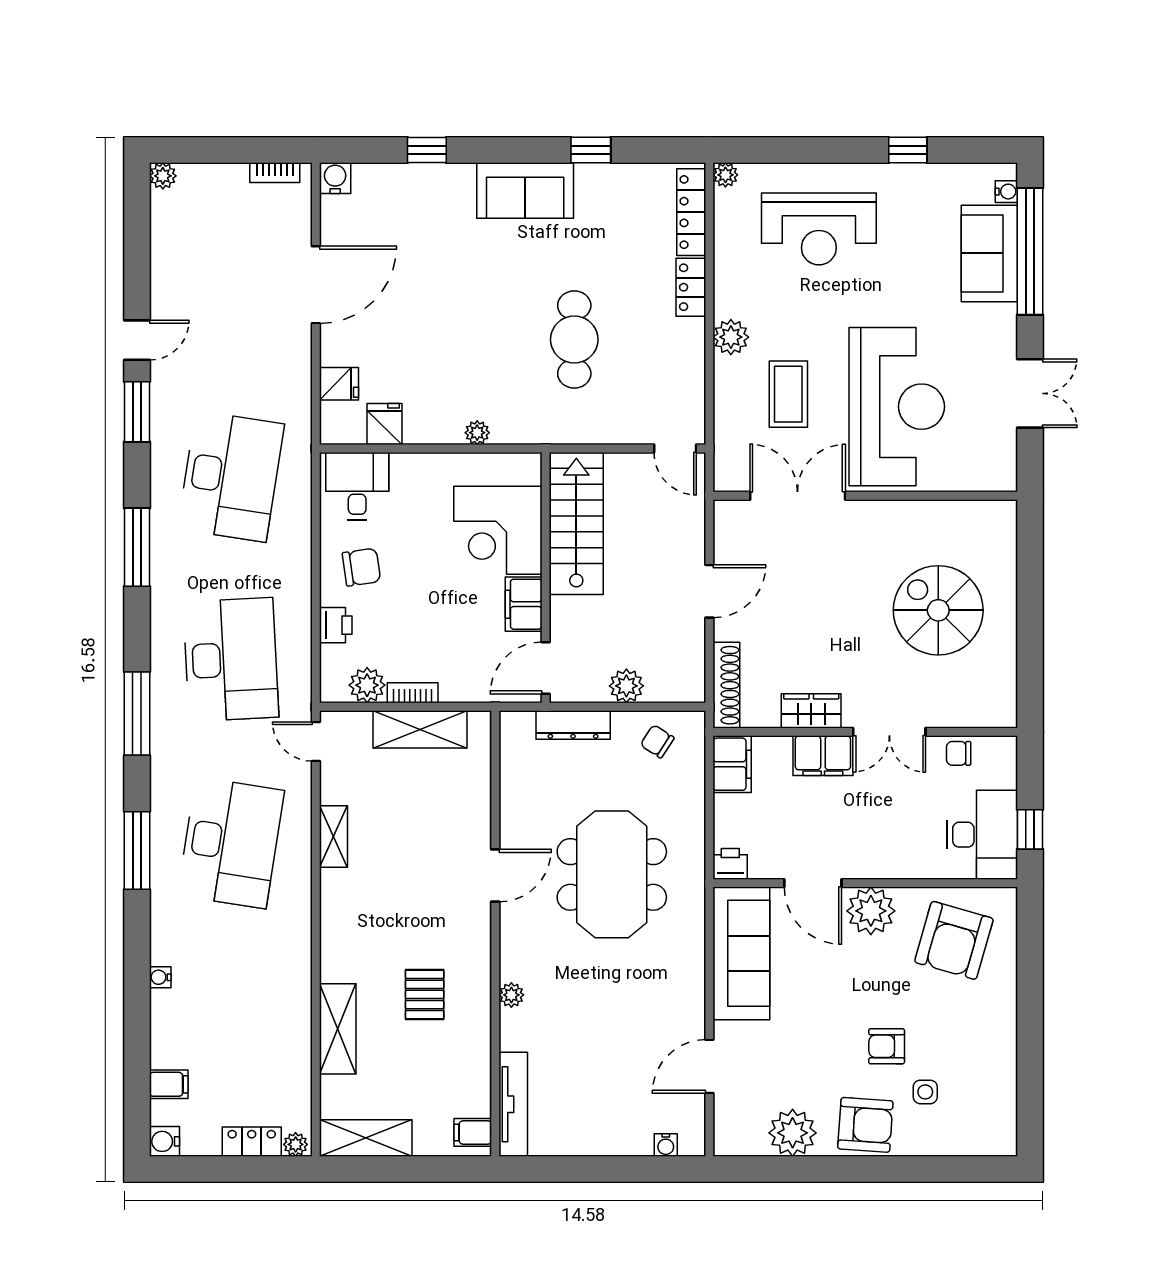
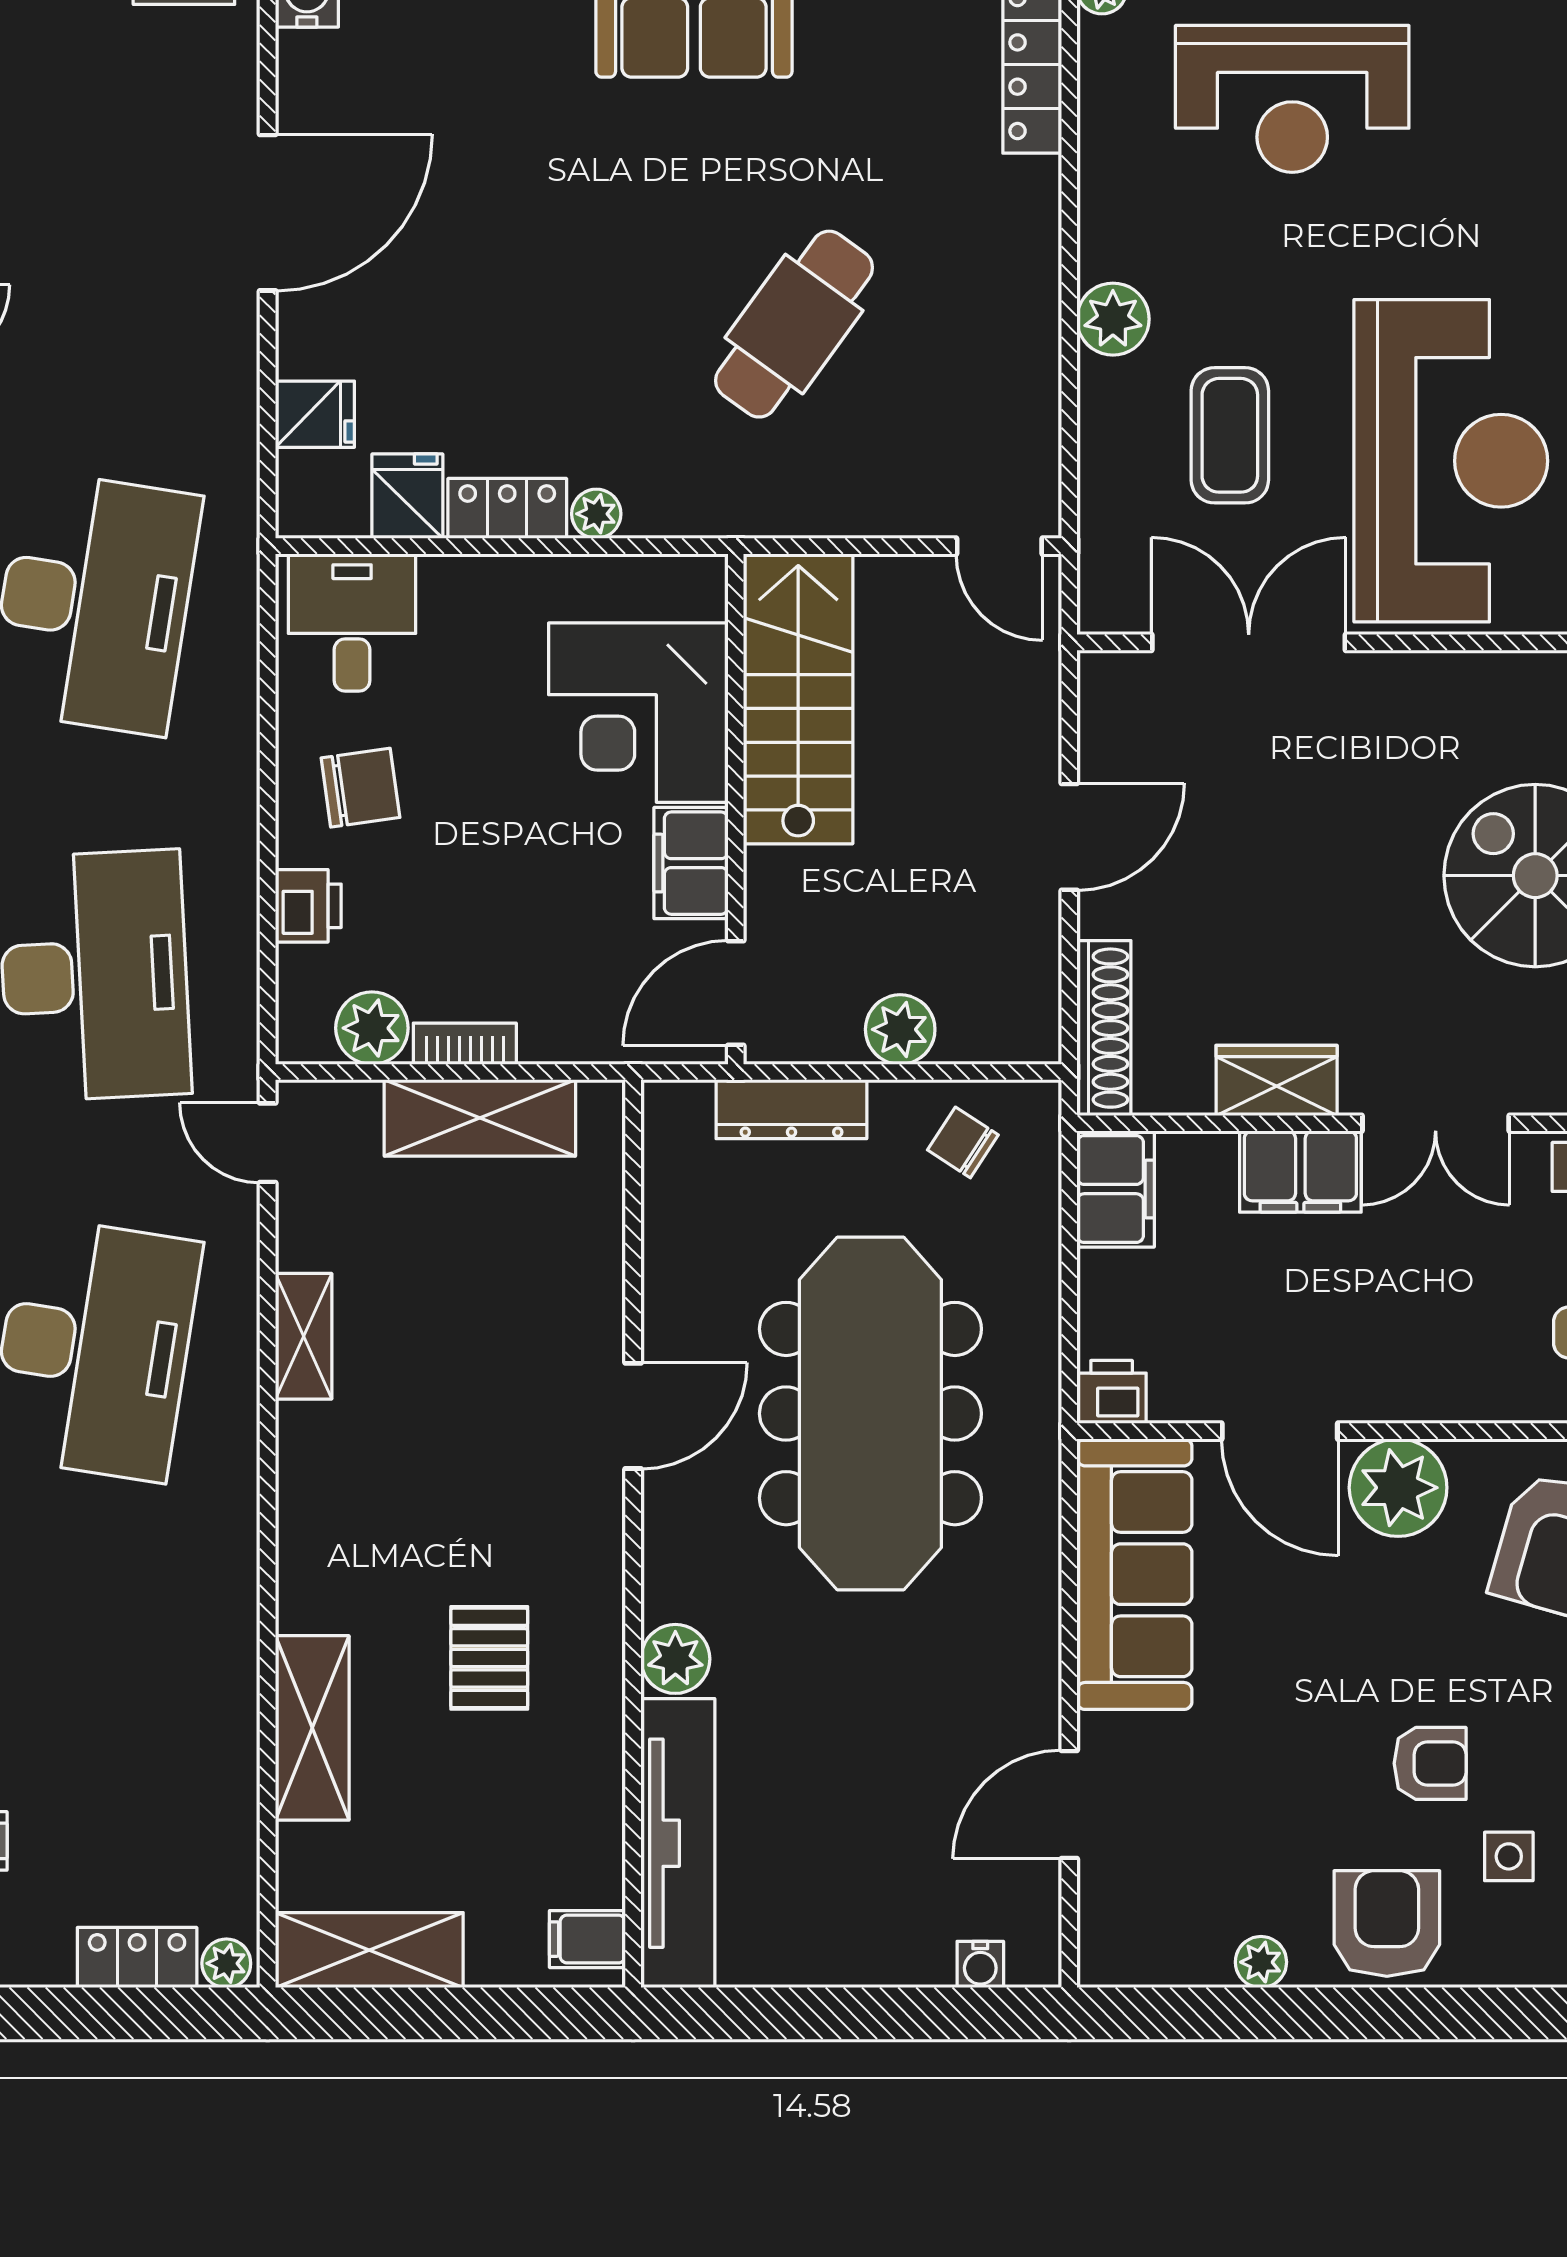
locker: (691, 287) -> (507, 508), moved, turned 90
cafe table: (574, 340) -> (794, 324), turned 36
meeting table: (612, 874) -> (870, 1414), width x1.36
plant: (511, 995) -> (675, 1659), width x1.38, depth x1.38
armchair: (887, 1046) -> (1430, 1763), turned 180
tv unit: (513, 1104) -> (678, 1843), width x1.36, depth x1.29
armchair: (865, 1125) -> (1387, 1923), turned -94
plant: (793, 1133) -> (1261, 1962), width x0.53, depth x0.53

